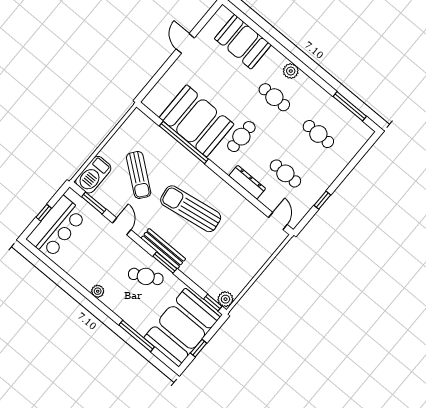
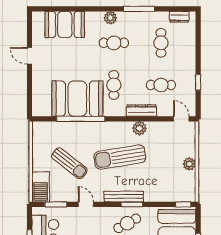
window: (350, 106) -> (139, 9), moved
dresser: (356, 124) -> (179, 17), added
cafe table: (318, 134) -> (161, 43), turned 90
plant: (231, 197) -> (139, 128), added
plant: (225, 299) -> (189, 164), moved

